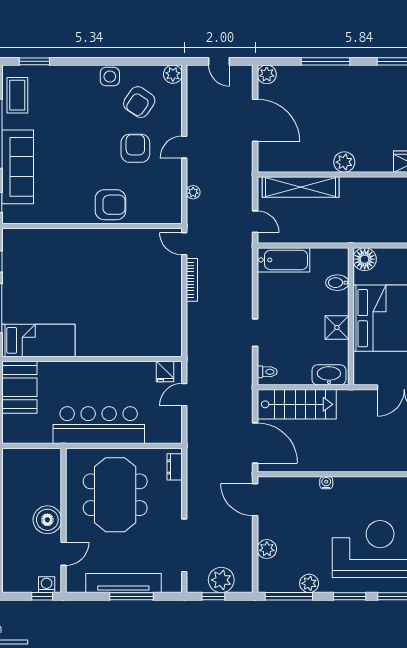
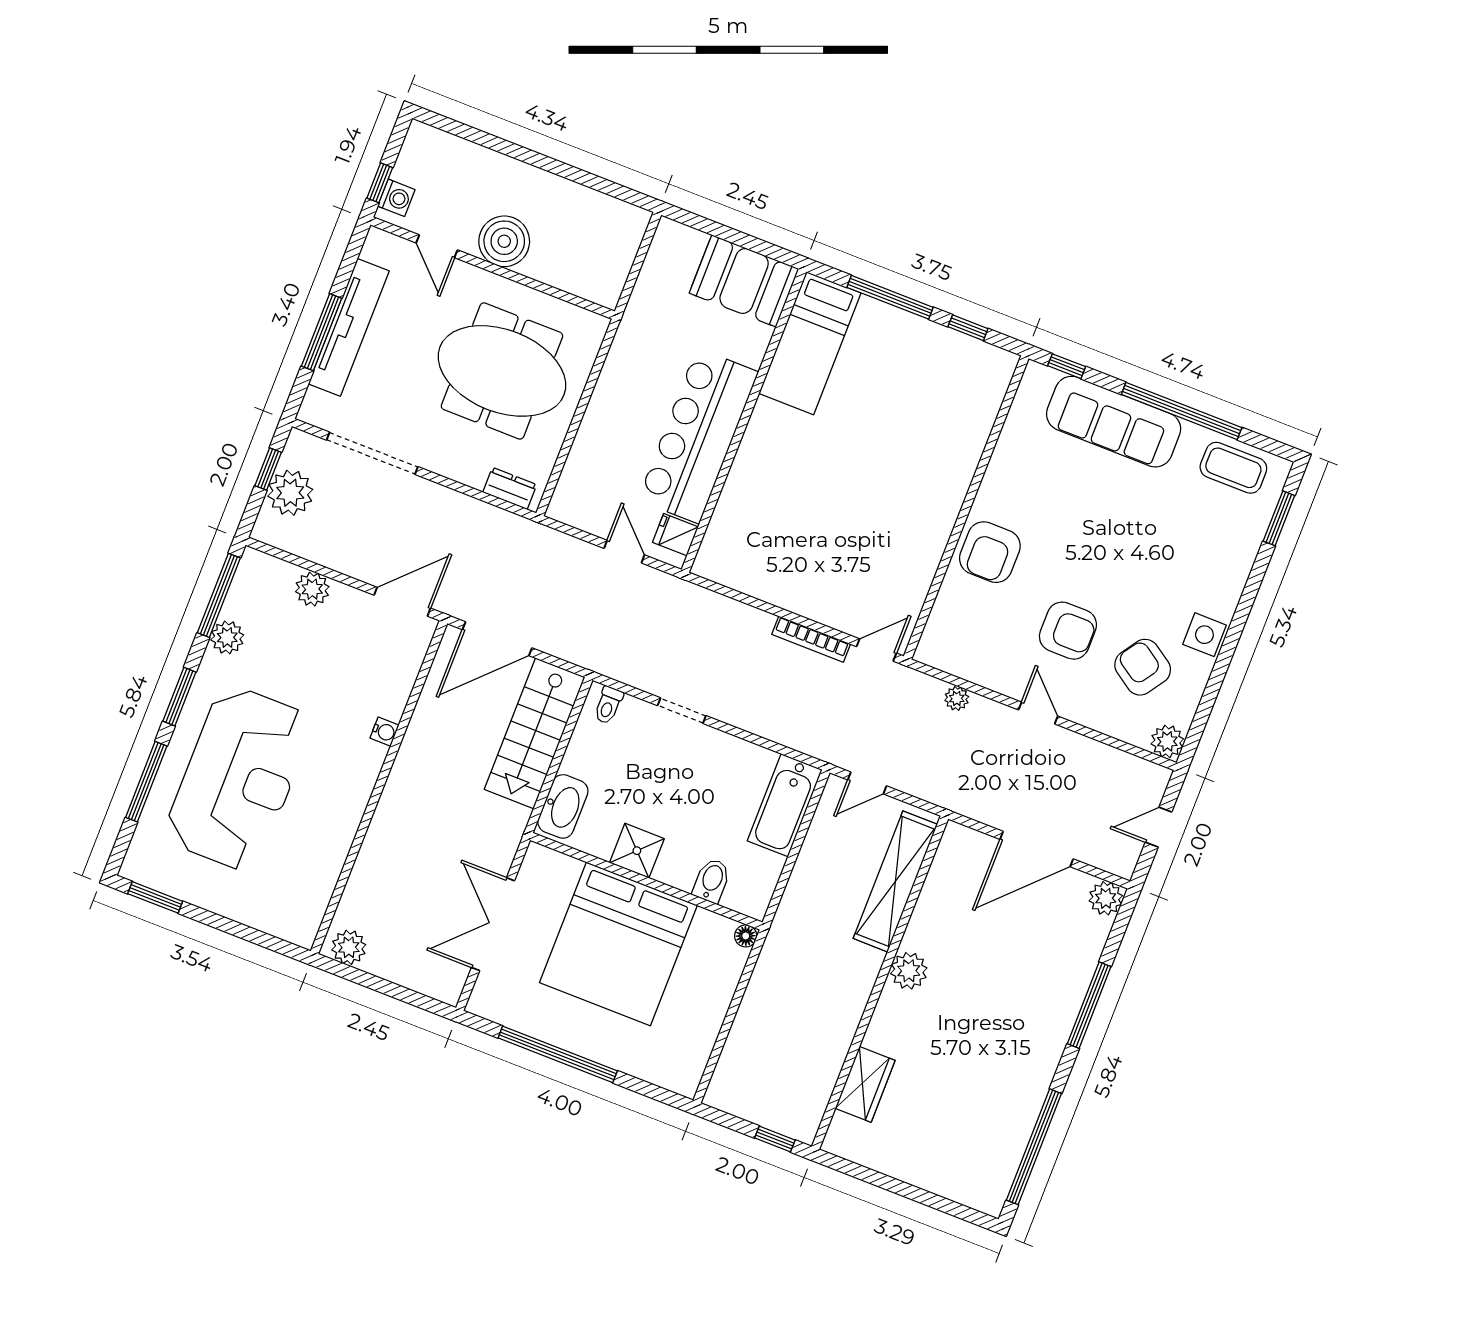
floor lamp: (365, 259) -> (746, 936), width x0.53, depth x0.53
bar counter: (99, 425) -> (698, 436), moved, turned 180

